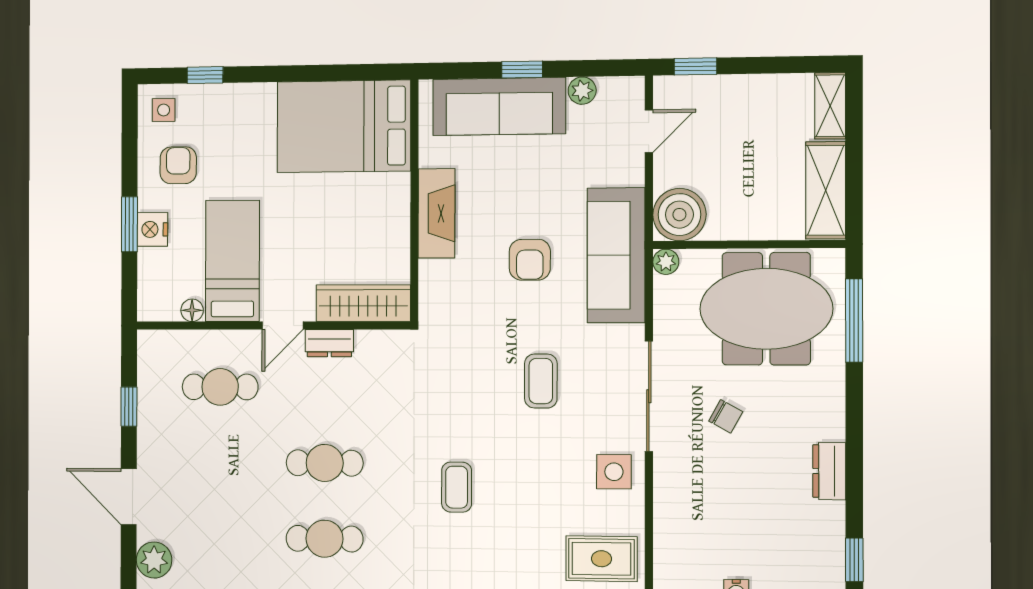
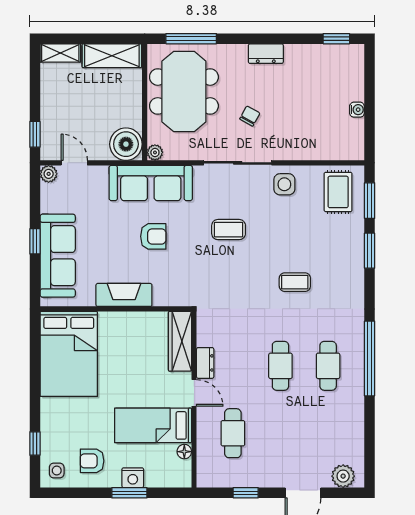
plant: (582, 91) -> (49, 174), moved
dresser: (829, 471) -> (266, 54), moved

